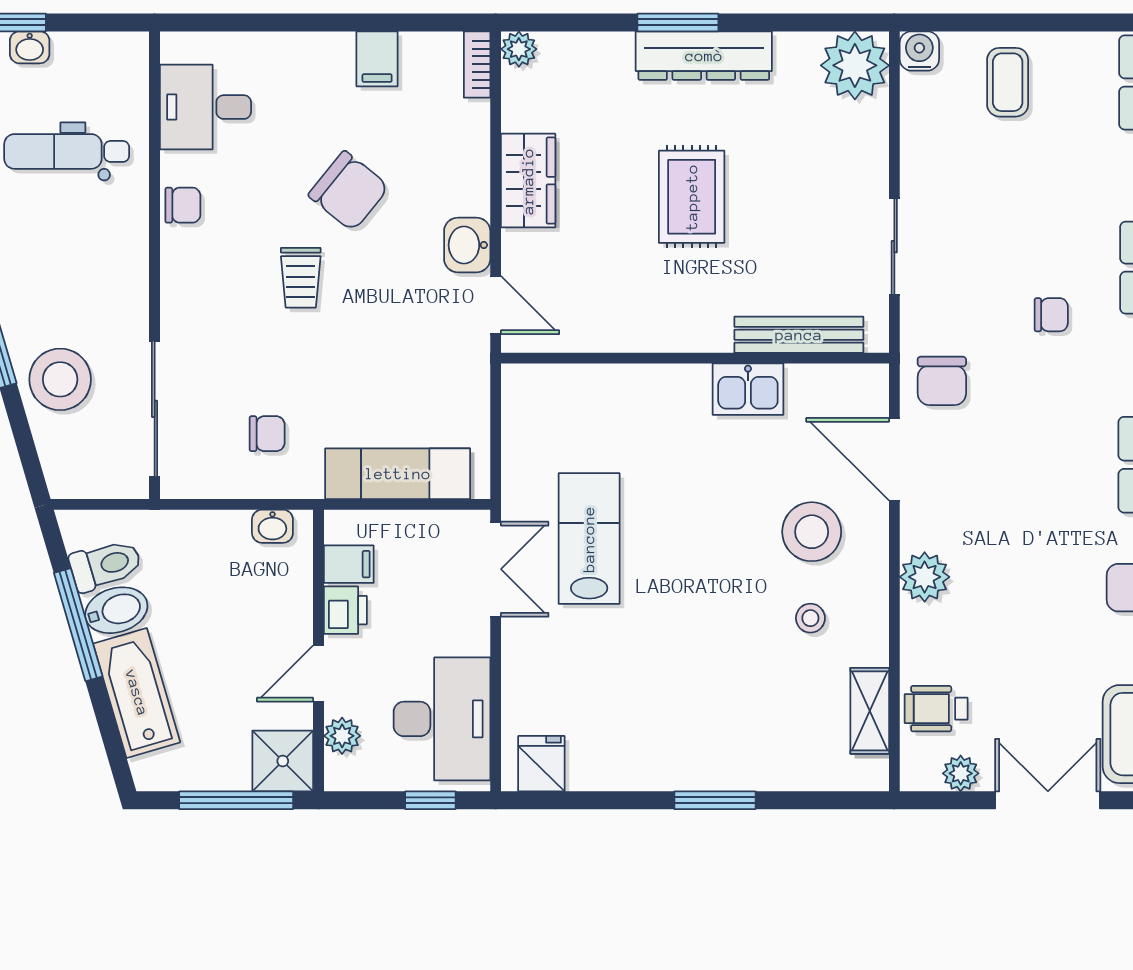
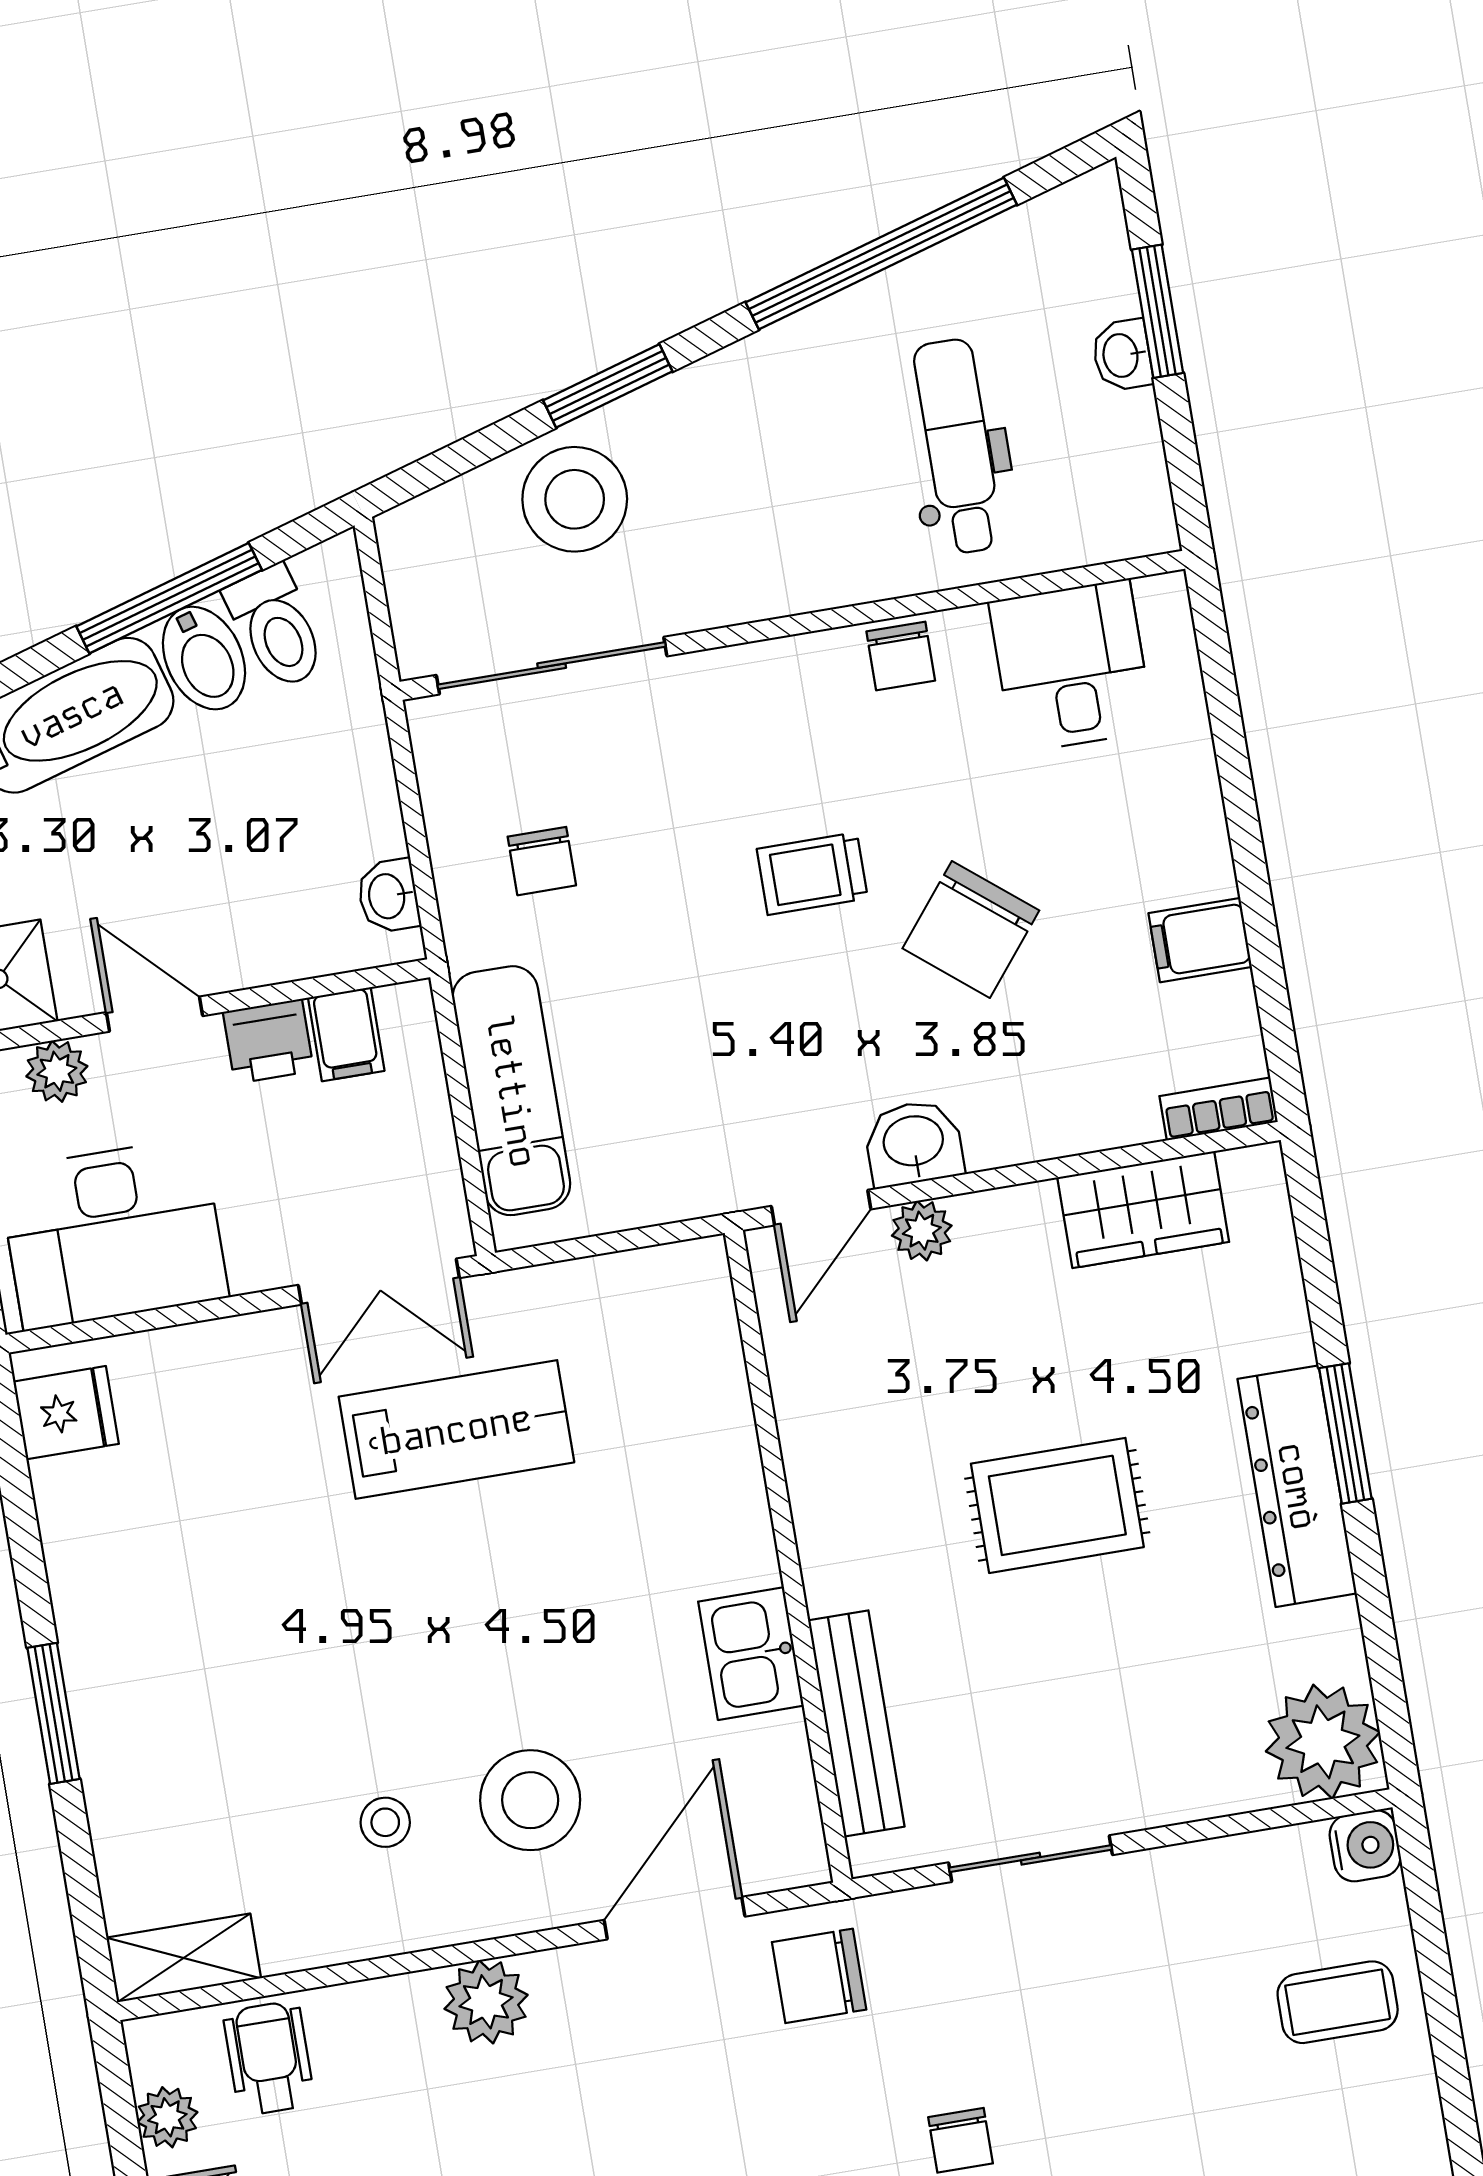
plant: (519, 49) -> (922, 1231), moved
wardrobe: (528, 181) -> (1143, 1210), moved
shelving: (870, 711) -> (184, 1958), moved

